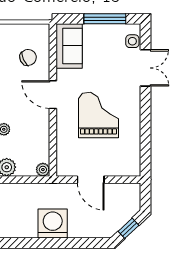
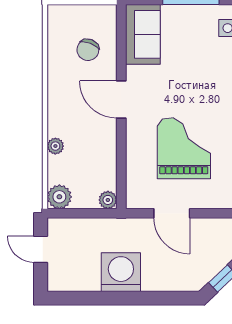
chair: (28, 57) -> (88, 50), turned 136
grand piano: (98, 115) -> (184, 148), moved

